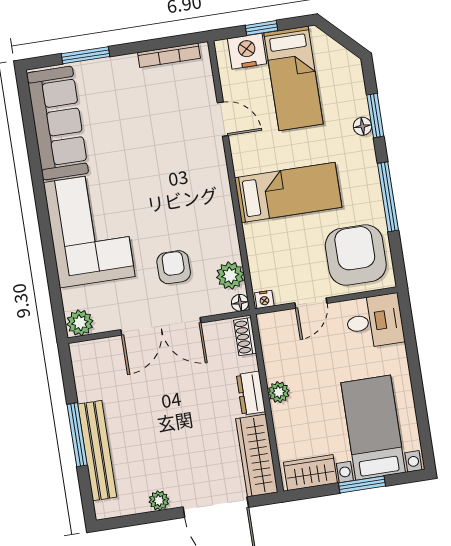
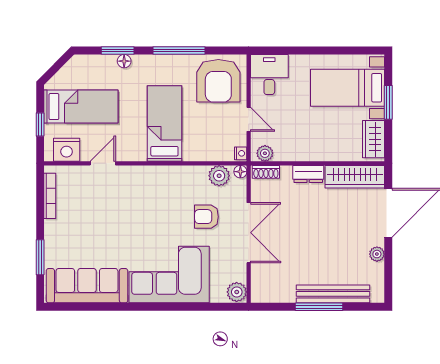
nightstand: (247, 51) -> (67, 150), moved, turned -90
armchair: (356, 255) -> (218, 81), turned -90
plant: (279, 392) -> (265, 153), moved

